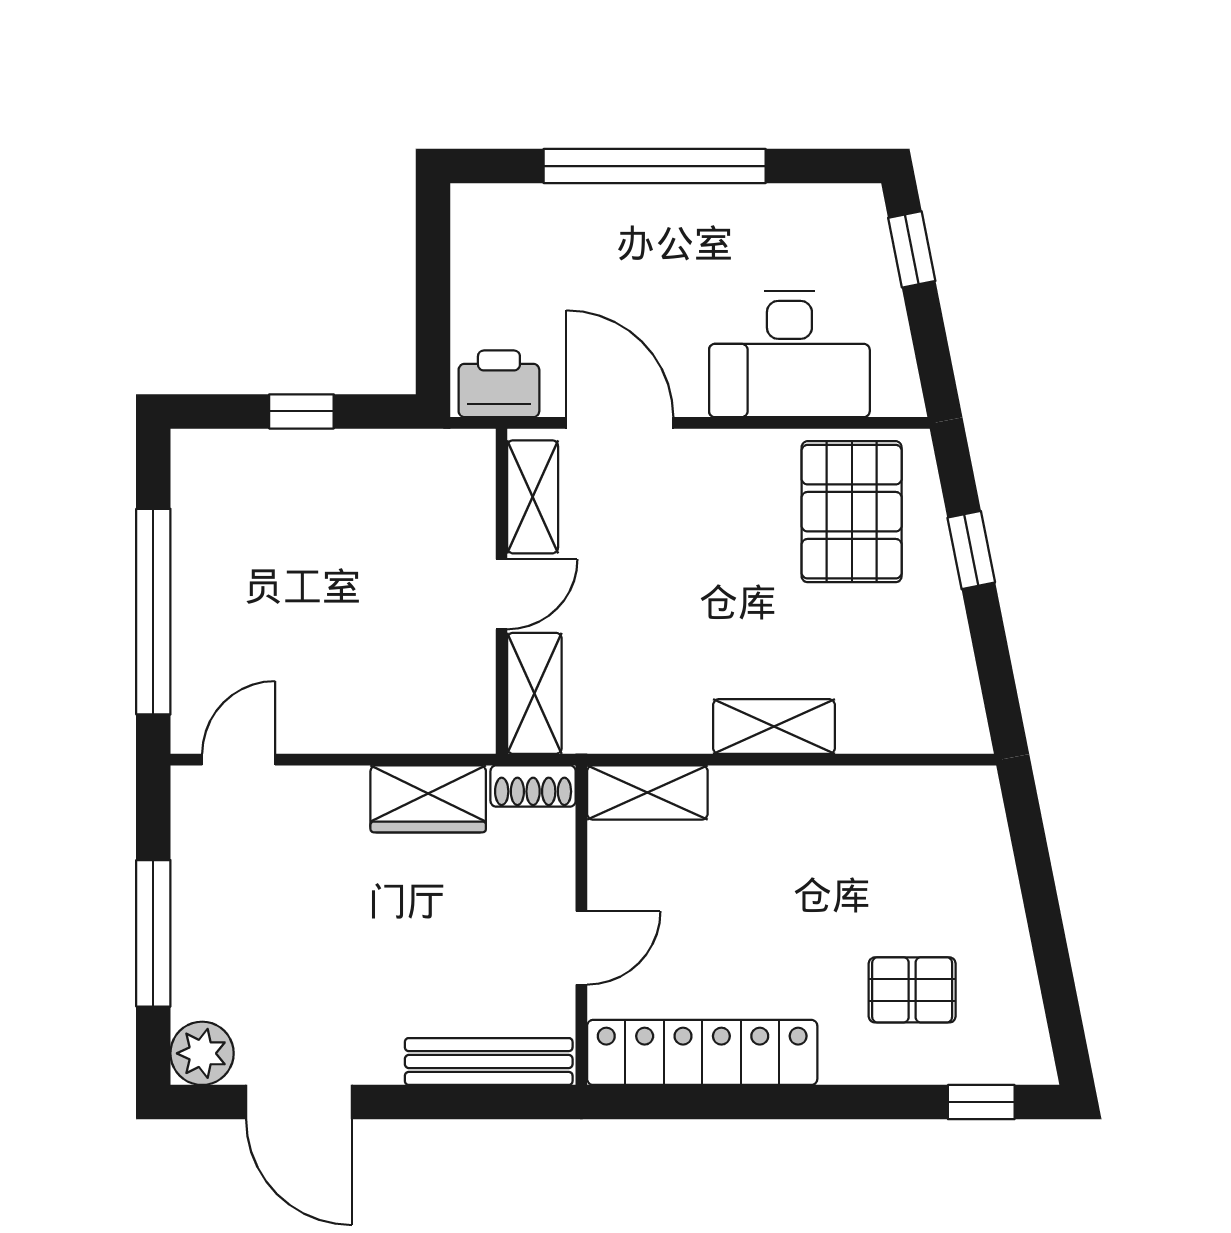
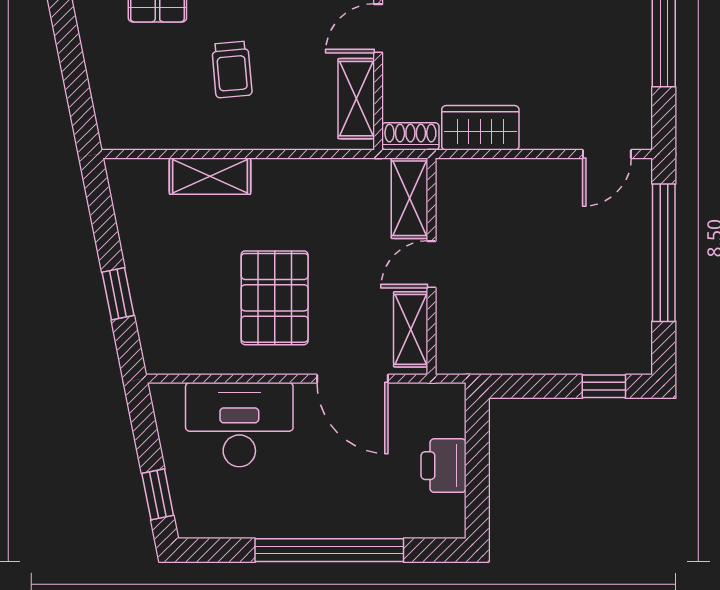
printer: (499, 384) -> (444, 466), moved, turned 90
window: (301, 411) -> (604, 386), moved
pallet: (852, 512) -> (275, 298), moved
shelving: (774, 727) -> (210, 176), moved
shelving: (647, 792) -> (356, 99), moved, turned 90
trolley: (801, 886) -> (232, 70), added

